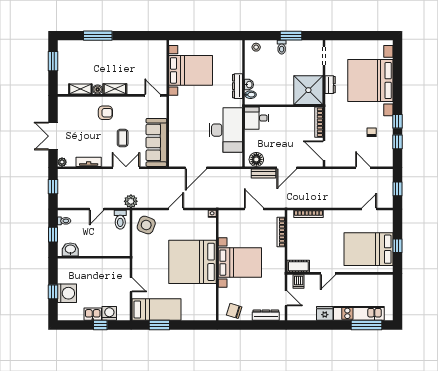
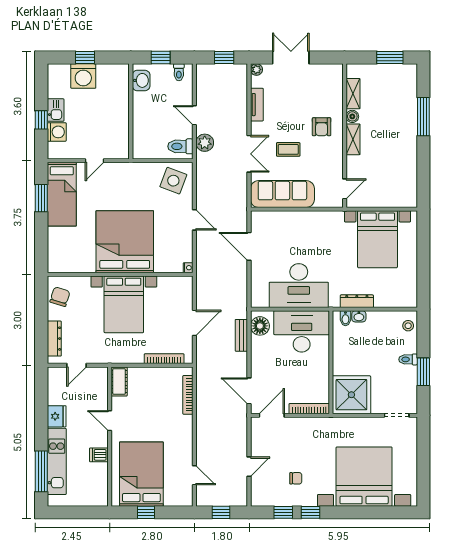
dresser: (330, 85) -> (359, 423), removed
desk: (257, 118) -> (302, 331), width x1.87, depth x1.30
door: (287, 168) -> (249, 391), moved
plant: (131, 201) -> (205, 143), moved
dishwasher: (299, 281) -> (99, 455), moved

